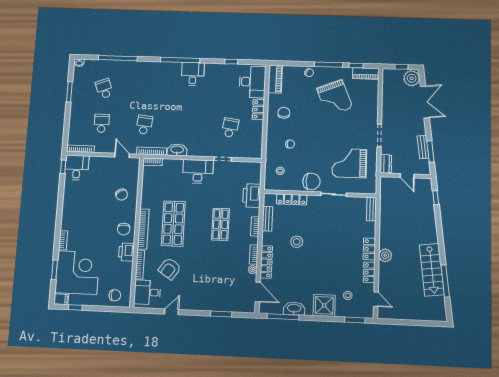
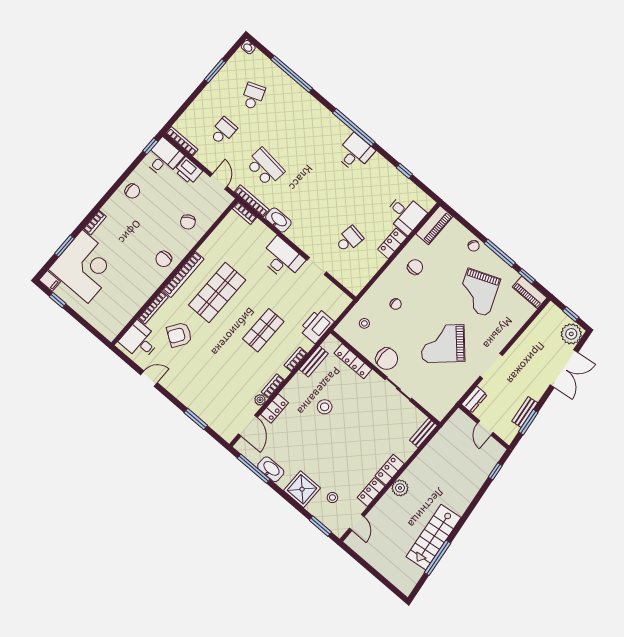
desk: (252, 82) -> (405, 214), width x0.73
school desk: (144, 125) -> (265, 167), width x1.85
grand piano: (349, 163) -> (443, 344), moved, turned -42
printer: (126, 252) -> (188, 171), moved, turned -90
locker: (266, 262) -> (275, 408), width x0.66
chair: (115, 295) -> (132, 191), moved

